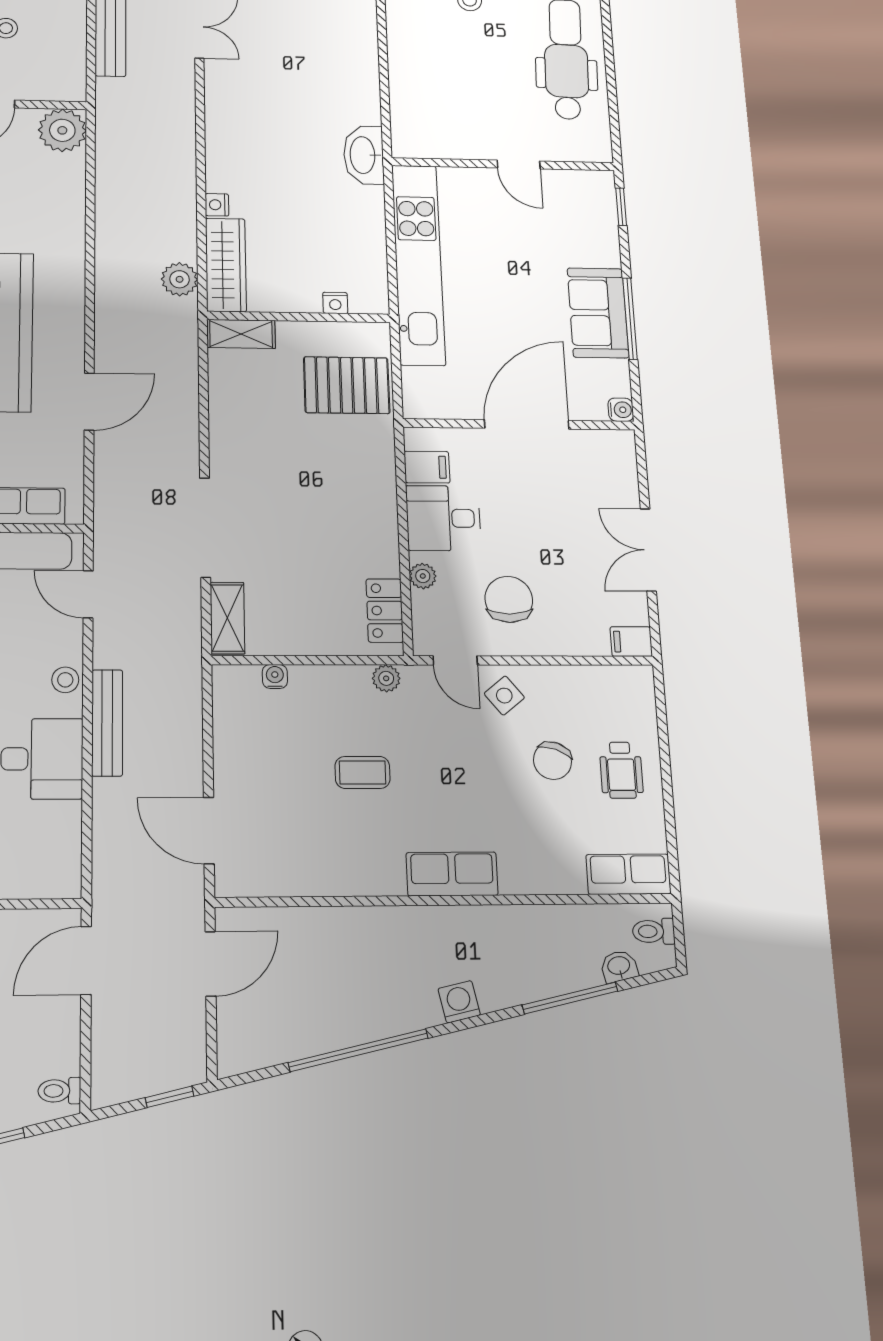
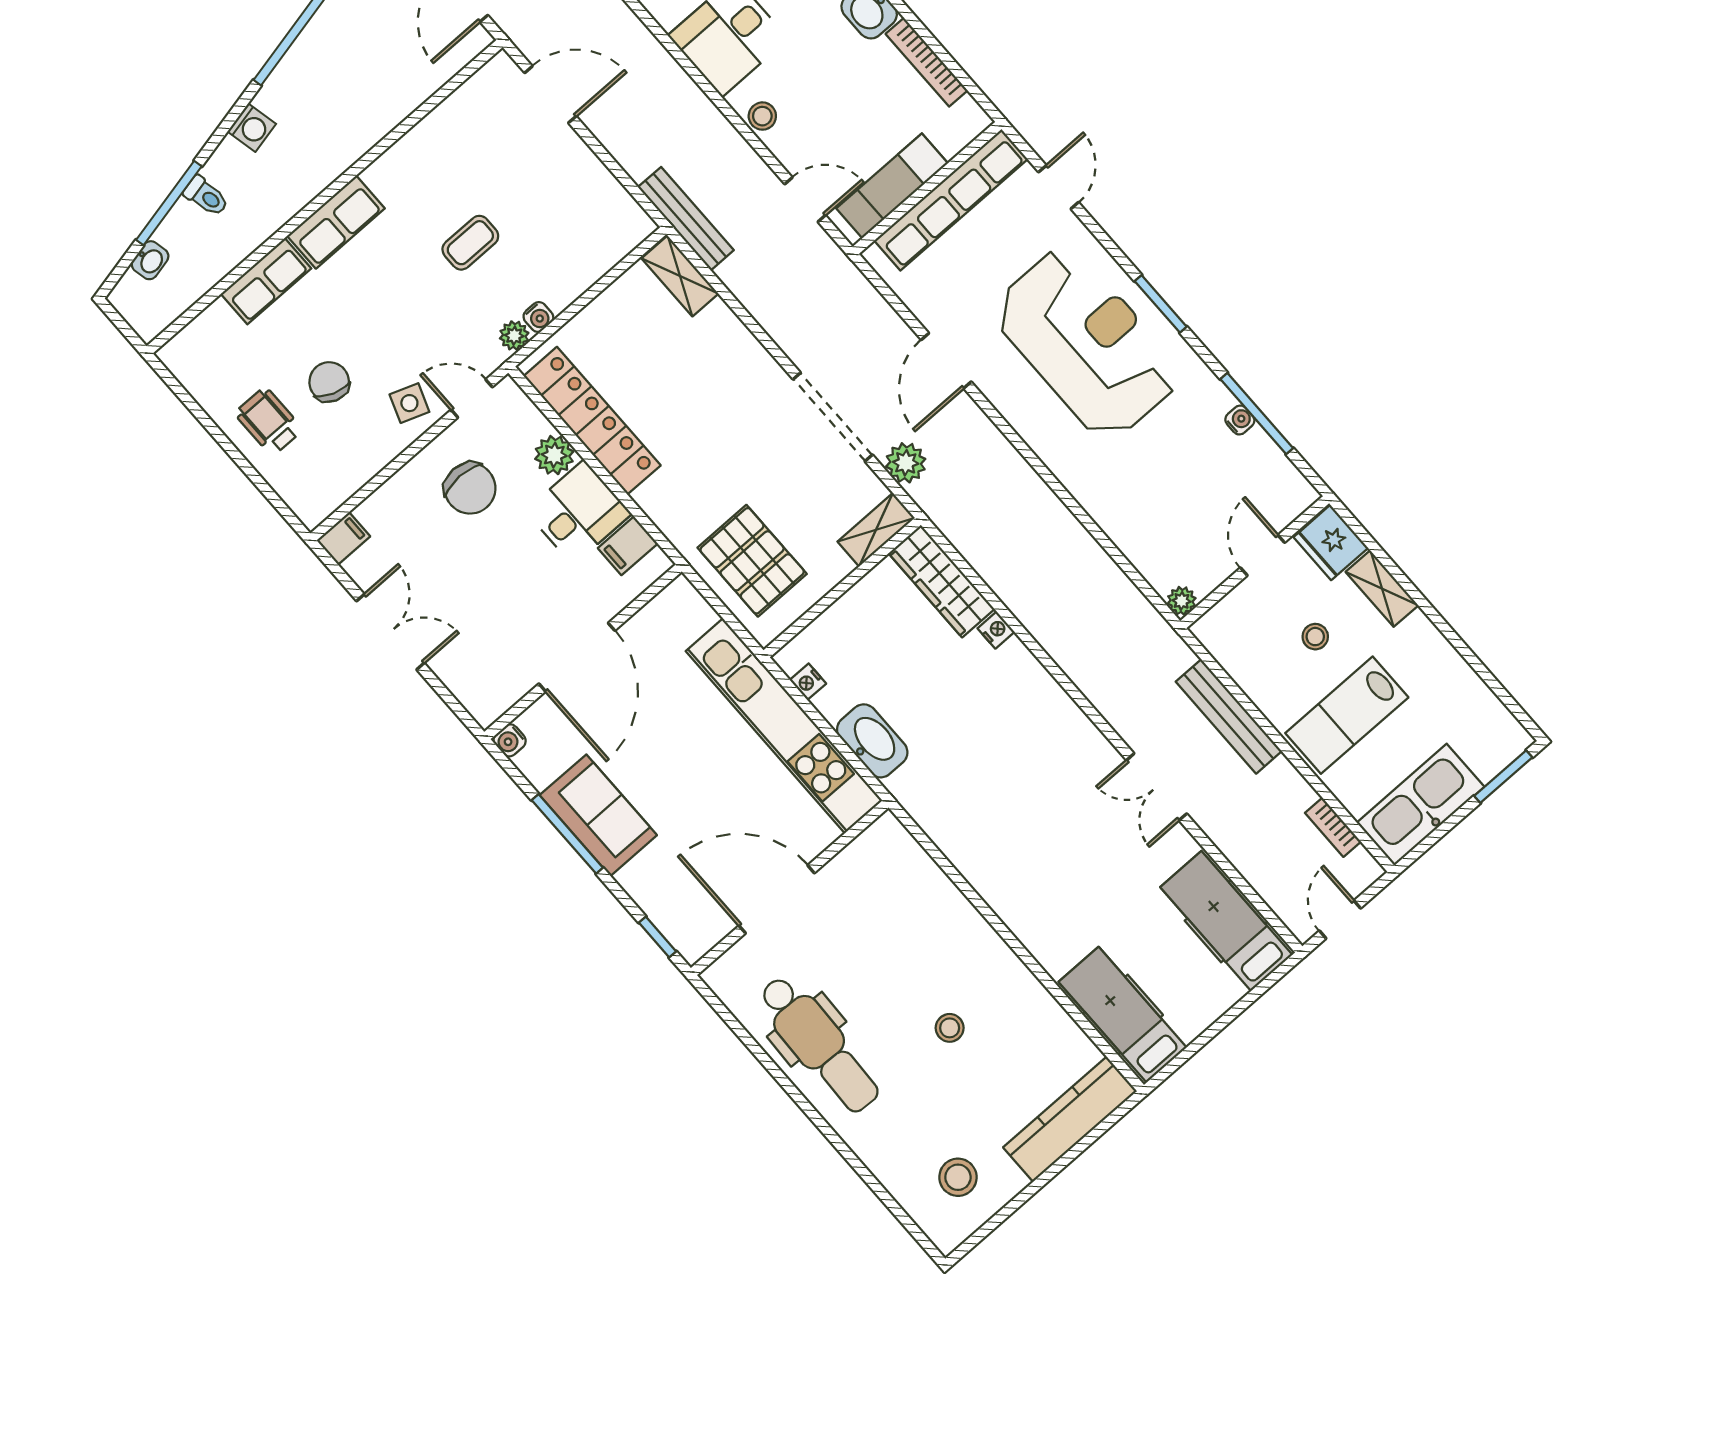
plant: (62, 130) -> (1182, 601), width x0.53, depth x0.53
washbasin: (364, 155) -> (872, 741), moved
door: (519, 165) -> (777, 899), width x1.87
plant: (180, 279) -> (906, 463), moved
nightstand: (335, 303) -> (808, 682), moved, turned -90
pallet: (347, 385) -> (752, 561), turned 90
doorway: (205, 528) -> (833, 417), moved
plant: (423, 576) -> (554, 455), width x1.38, depth x1.38
locker: (385, 611) -> (592, 421), width x2.16, depth x1.21
water cooler: (275, 676) -> (538, 317), moved
side table: (504, 696) -> (409, 403), turned -31
bench: (107, 723) -> (686, 219), moved
row of seats: (628, 874) -> (266, 281), moved
toilet: (654, 931) -> (206, 196), moved, turned 77

